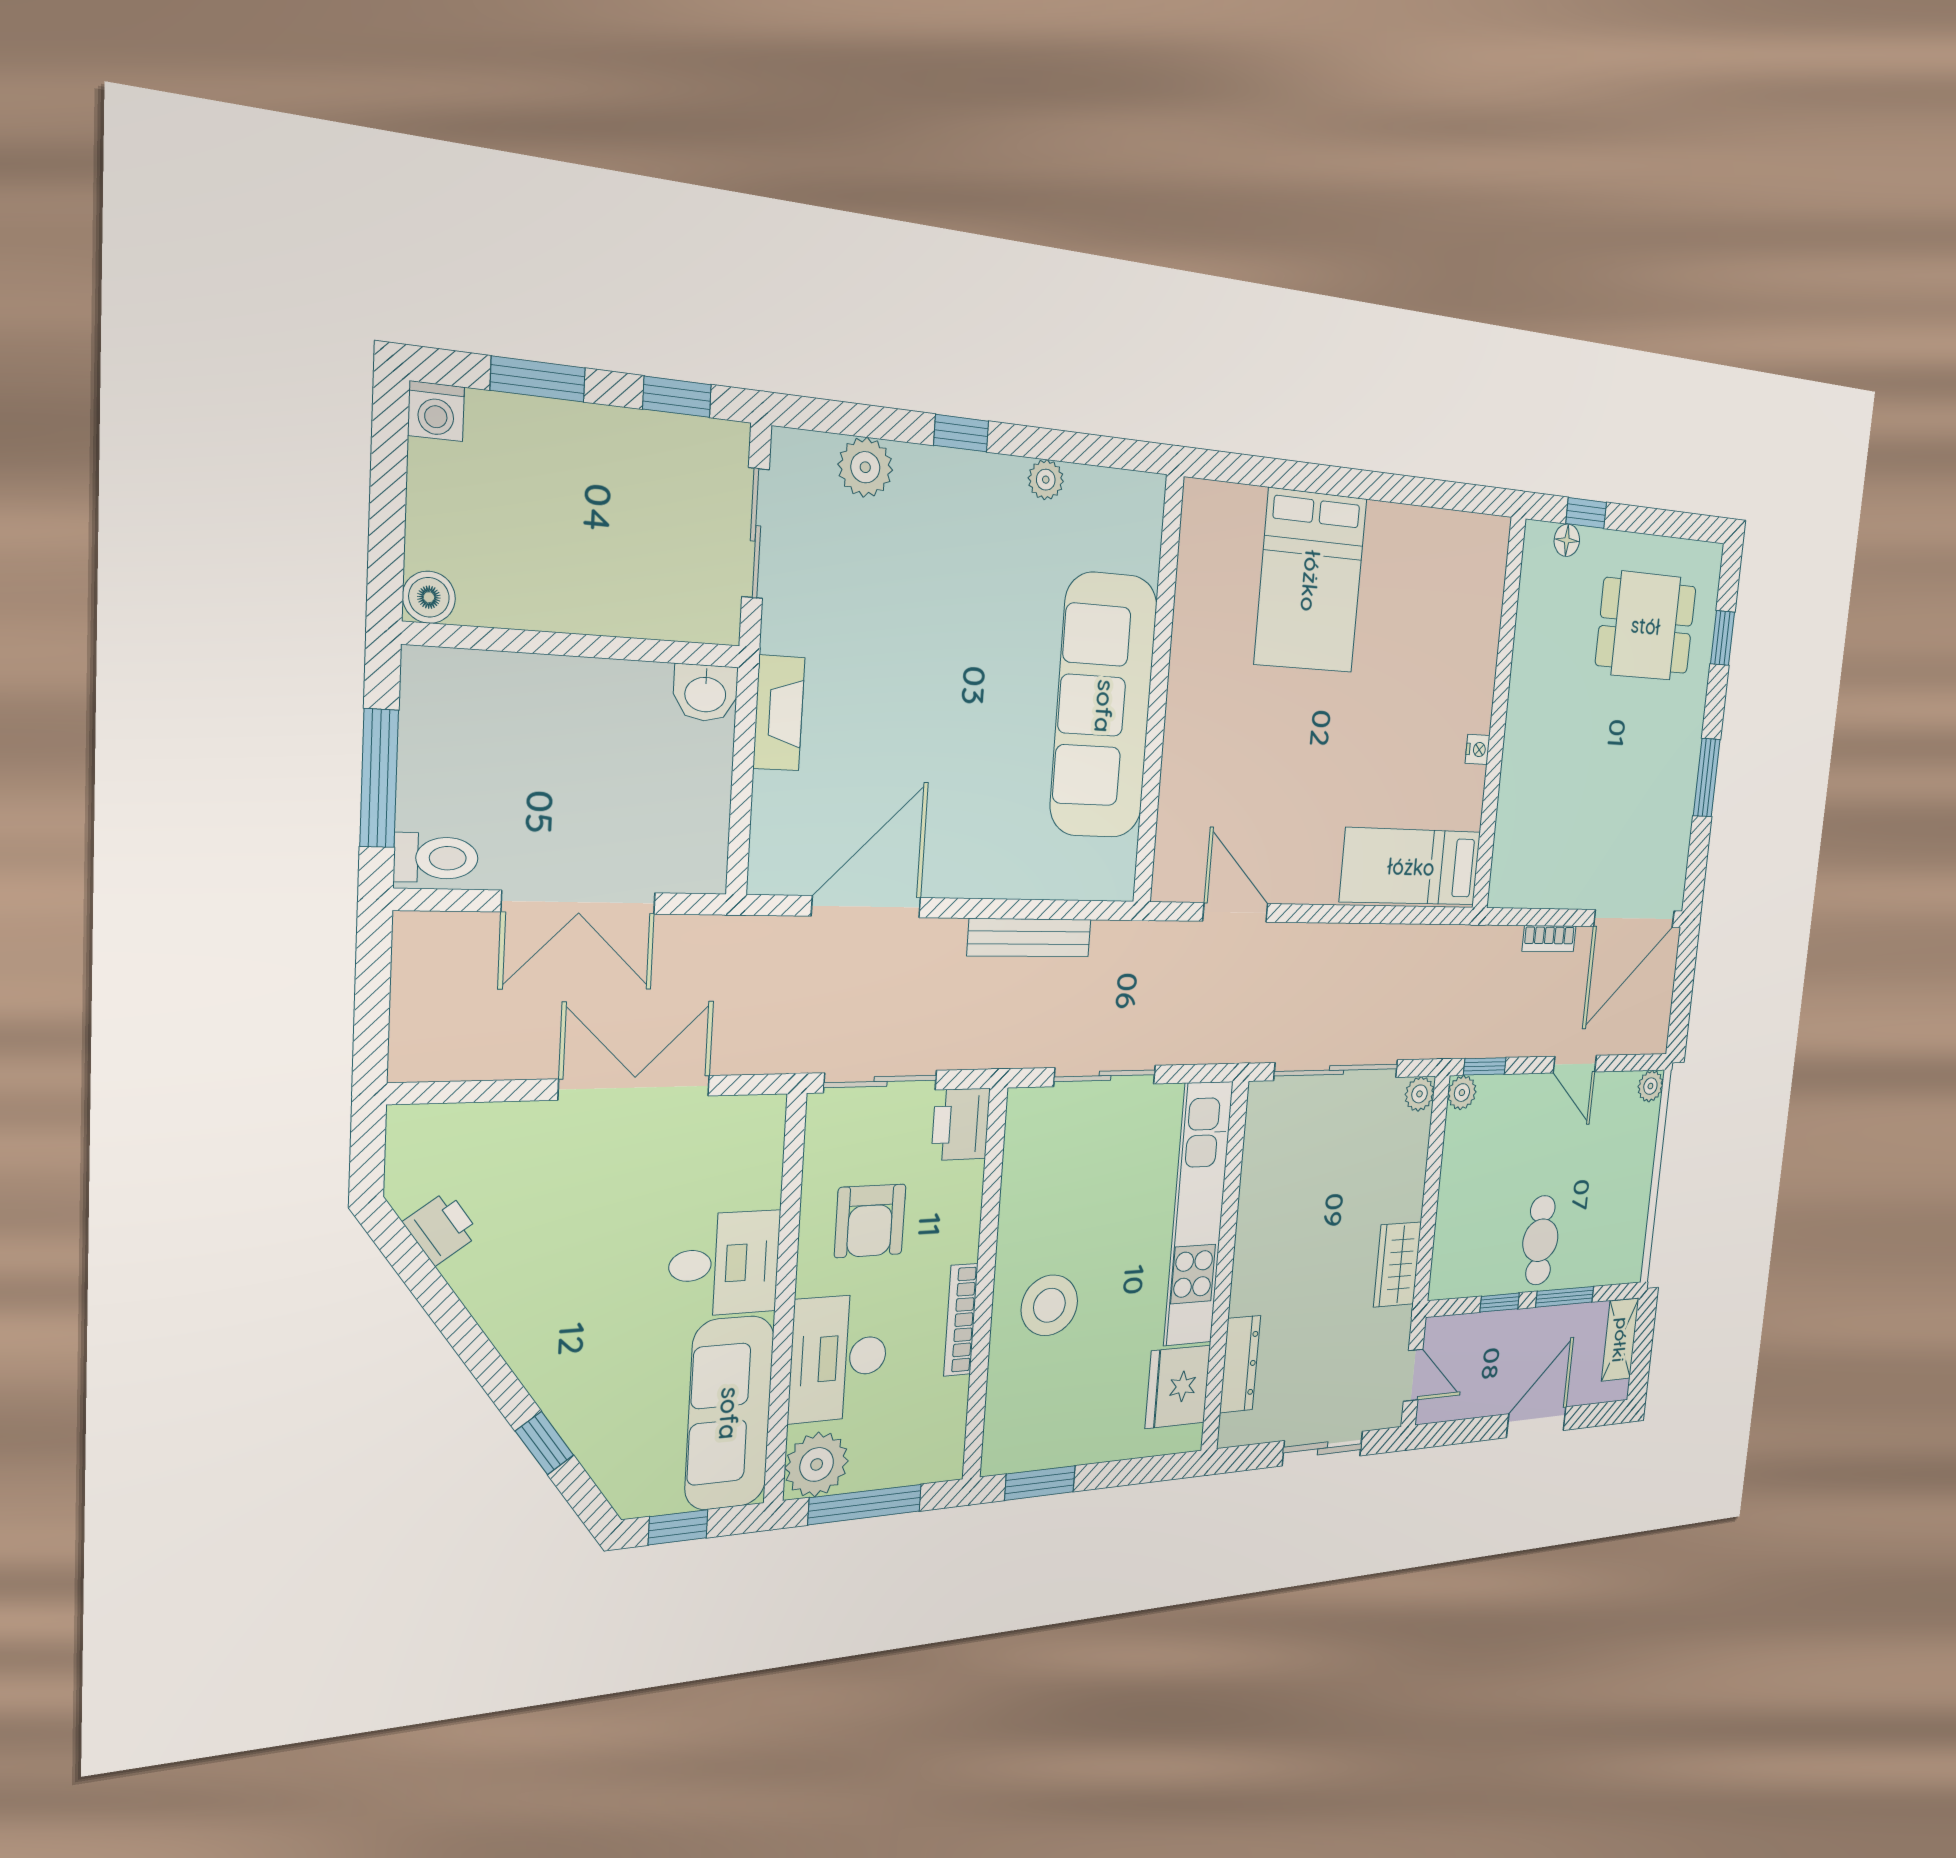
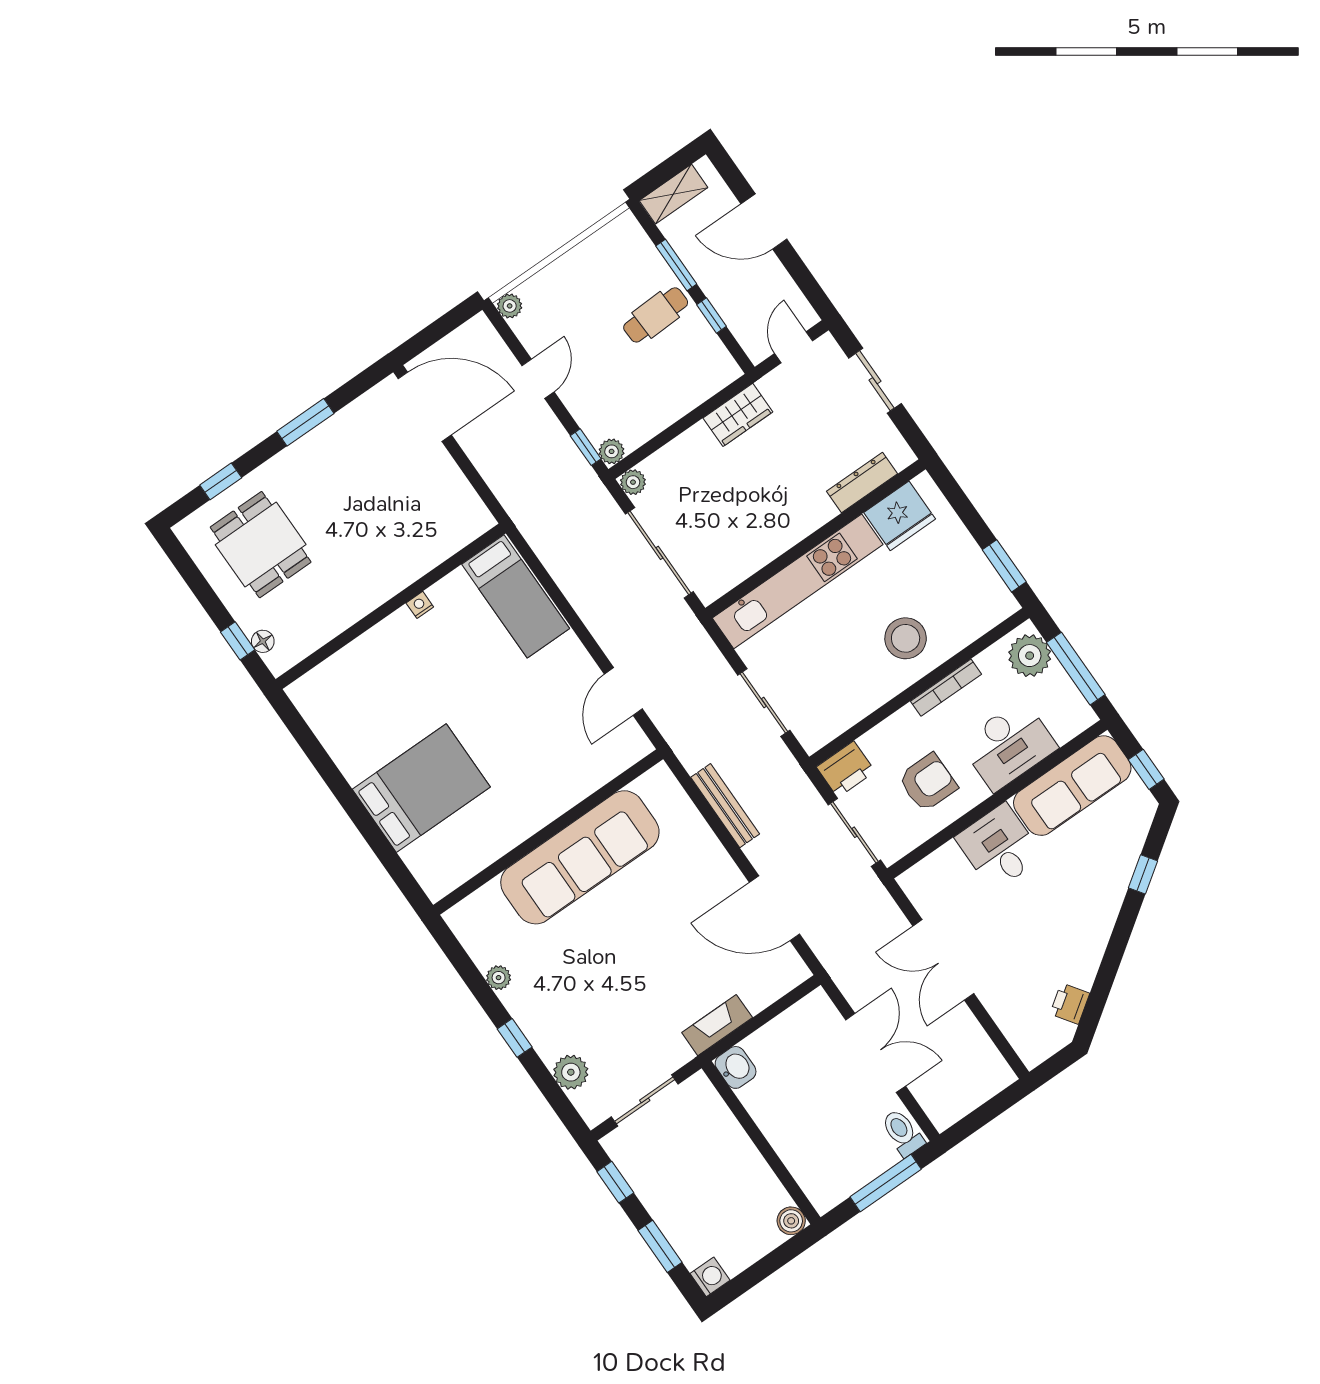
bookcase: (1549, 939) -> (482, 462), removed
plant: (817, 1464) -> (1030, 656), moved

